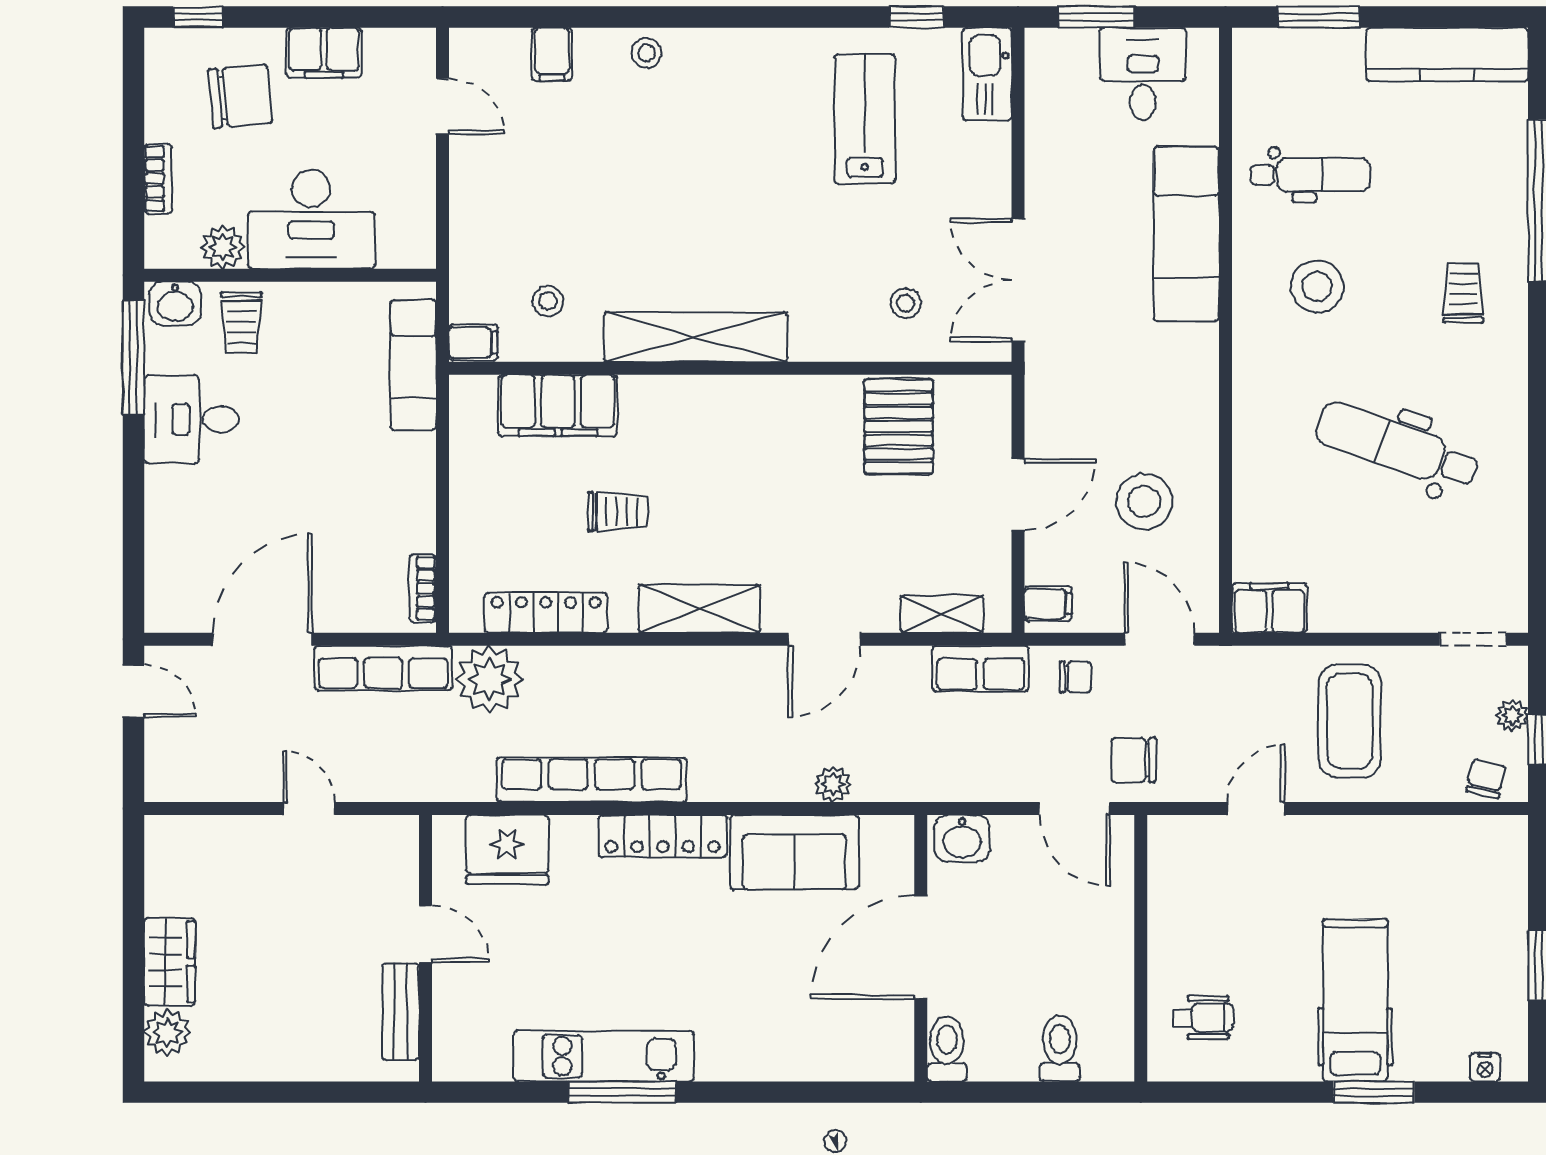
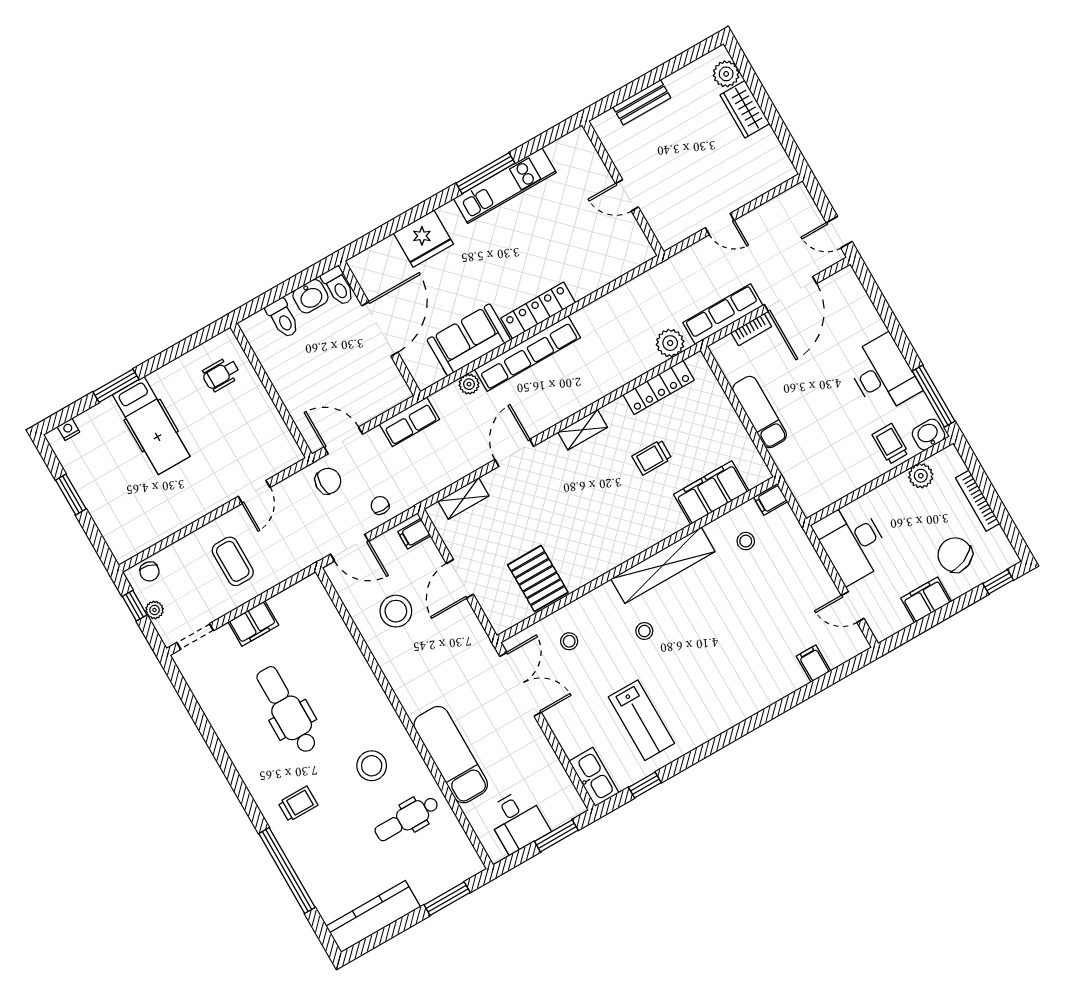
stool: (647, 53) -> (644, 631), moved
chair: (240, 96) -> (955, 555), turned 72
bookcase: (158, 179) -> (978, 501), width x1.56
desk: (311, 219) -> (852, 542), moved, turned -90
trolley: (1463, 293) -> (298, 804), turned -90
exam couch: (413, 365) -> (760, 412), moved
desk: (191, 419) -> (883, 374), width x1.37
dental chair: (1397, 446) -> (287, 710), turned -109
bookcase: (423, 588) -> (751, 330), moved, turned 90
filing cabinet: (1269, 608) -> (253, 624), moved
shelving: (699, 609) -> (583, 430), width x0.67, depth x0.75
row of seats: (980, 669) -> (409, 422), moved, turned 180
chair: (1075, 677) -> (380, 505), turned 90
plant: (489, 679) -> (670, 343), width x0.73, depth x0.73
coffee table: (1350, 721) -> (233, 561), width x0.73, depth x0.76
row of seats: (591, 780) -> (527, 353), moved
washbasin: (962, 838) -> (310, 296), moved, turned 180
fridge: (507, 850) -> (424, 239), moved, turned 180
bench: (401, 1012) -> (642, 102), moved, turned 90

